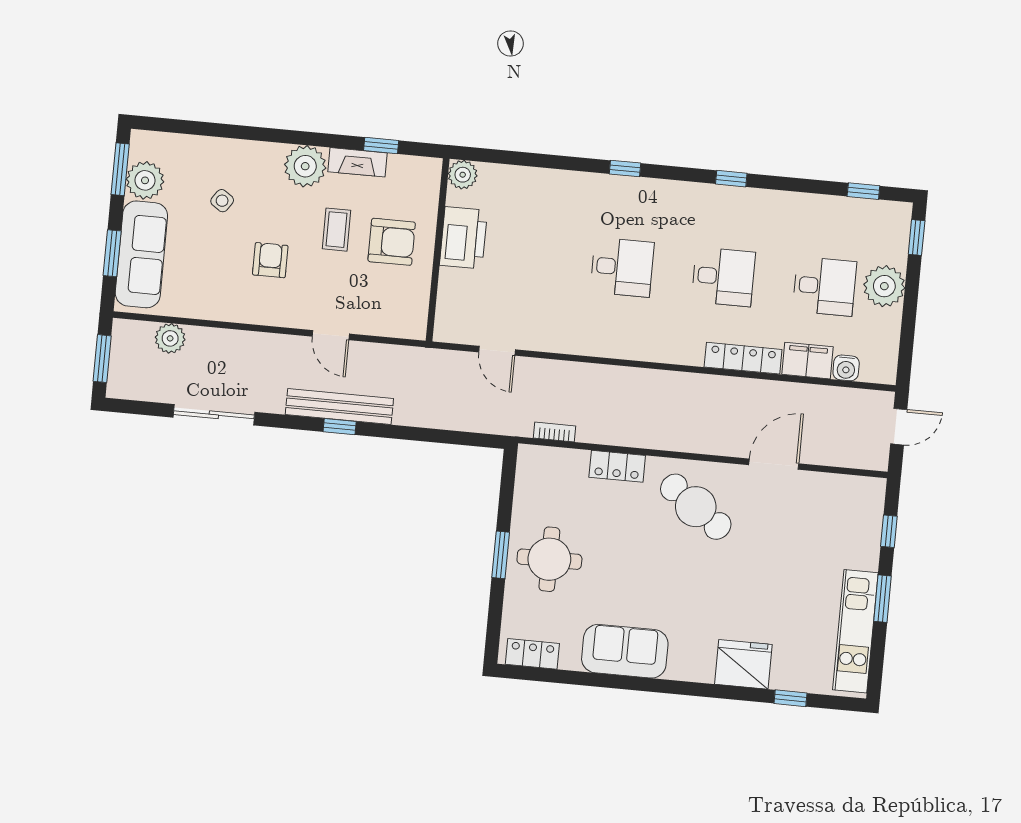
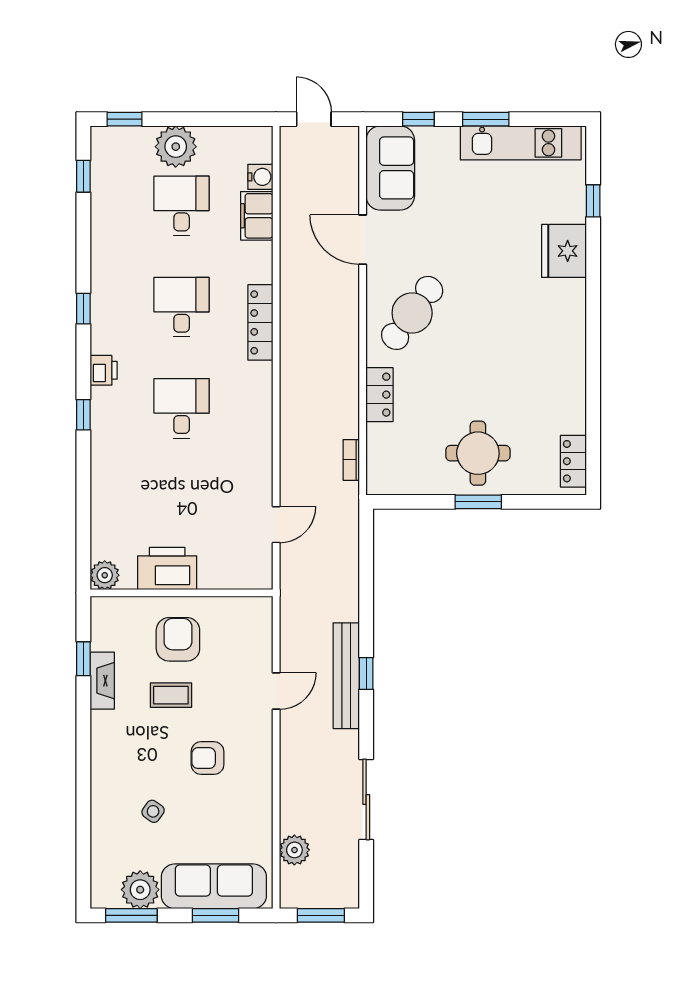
plant: (305, 166) -> (111, 732), removed
printer: (668, 193) -> (104, 370), added
locker: (743, 358) -> (260, 322), moved
sofa: (625, 651) -> (390, 168), moved, turned 180

